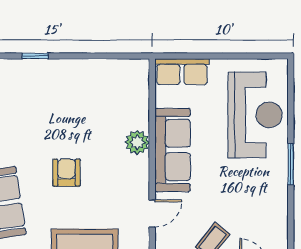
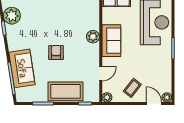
sofa: (173, 150) -> (111, 41), width x0.73

